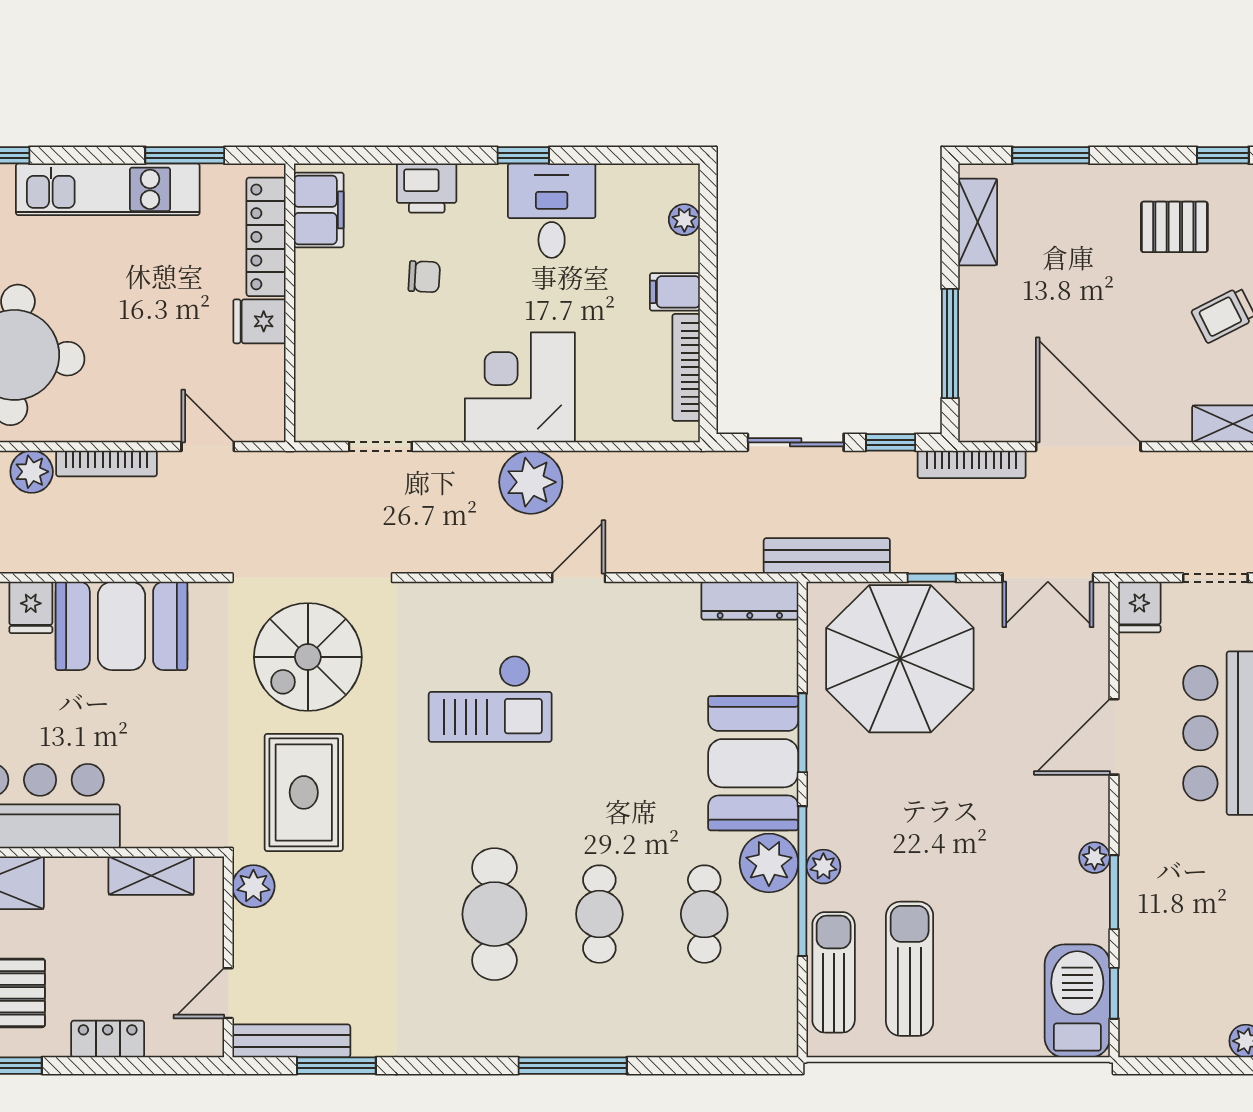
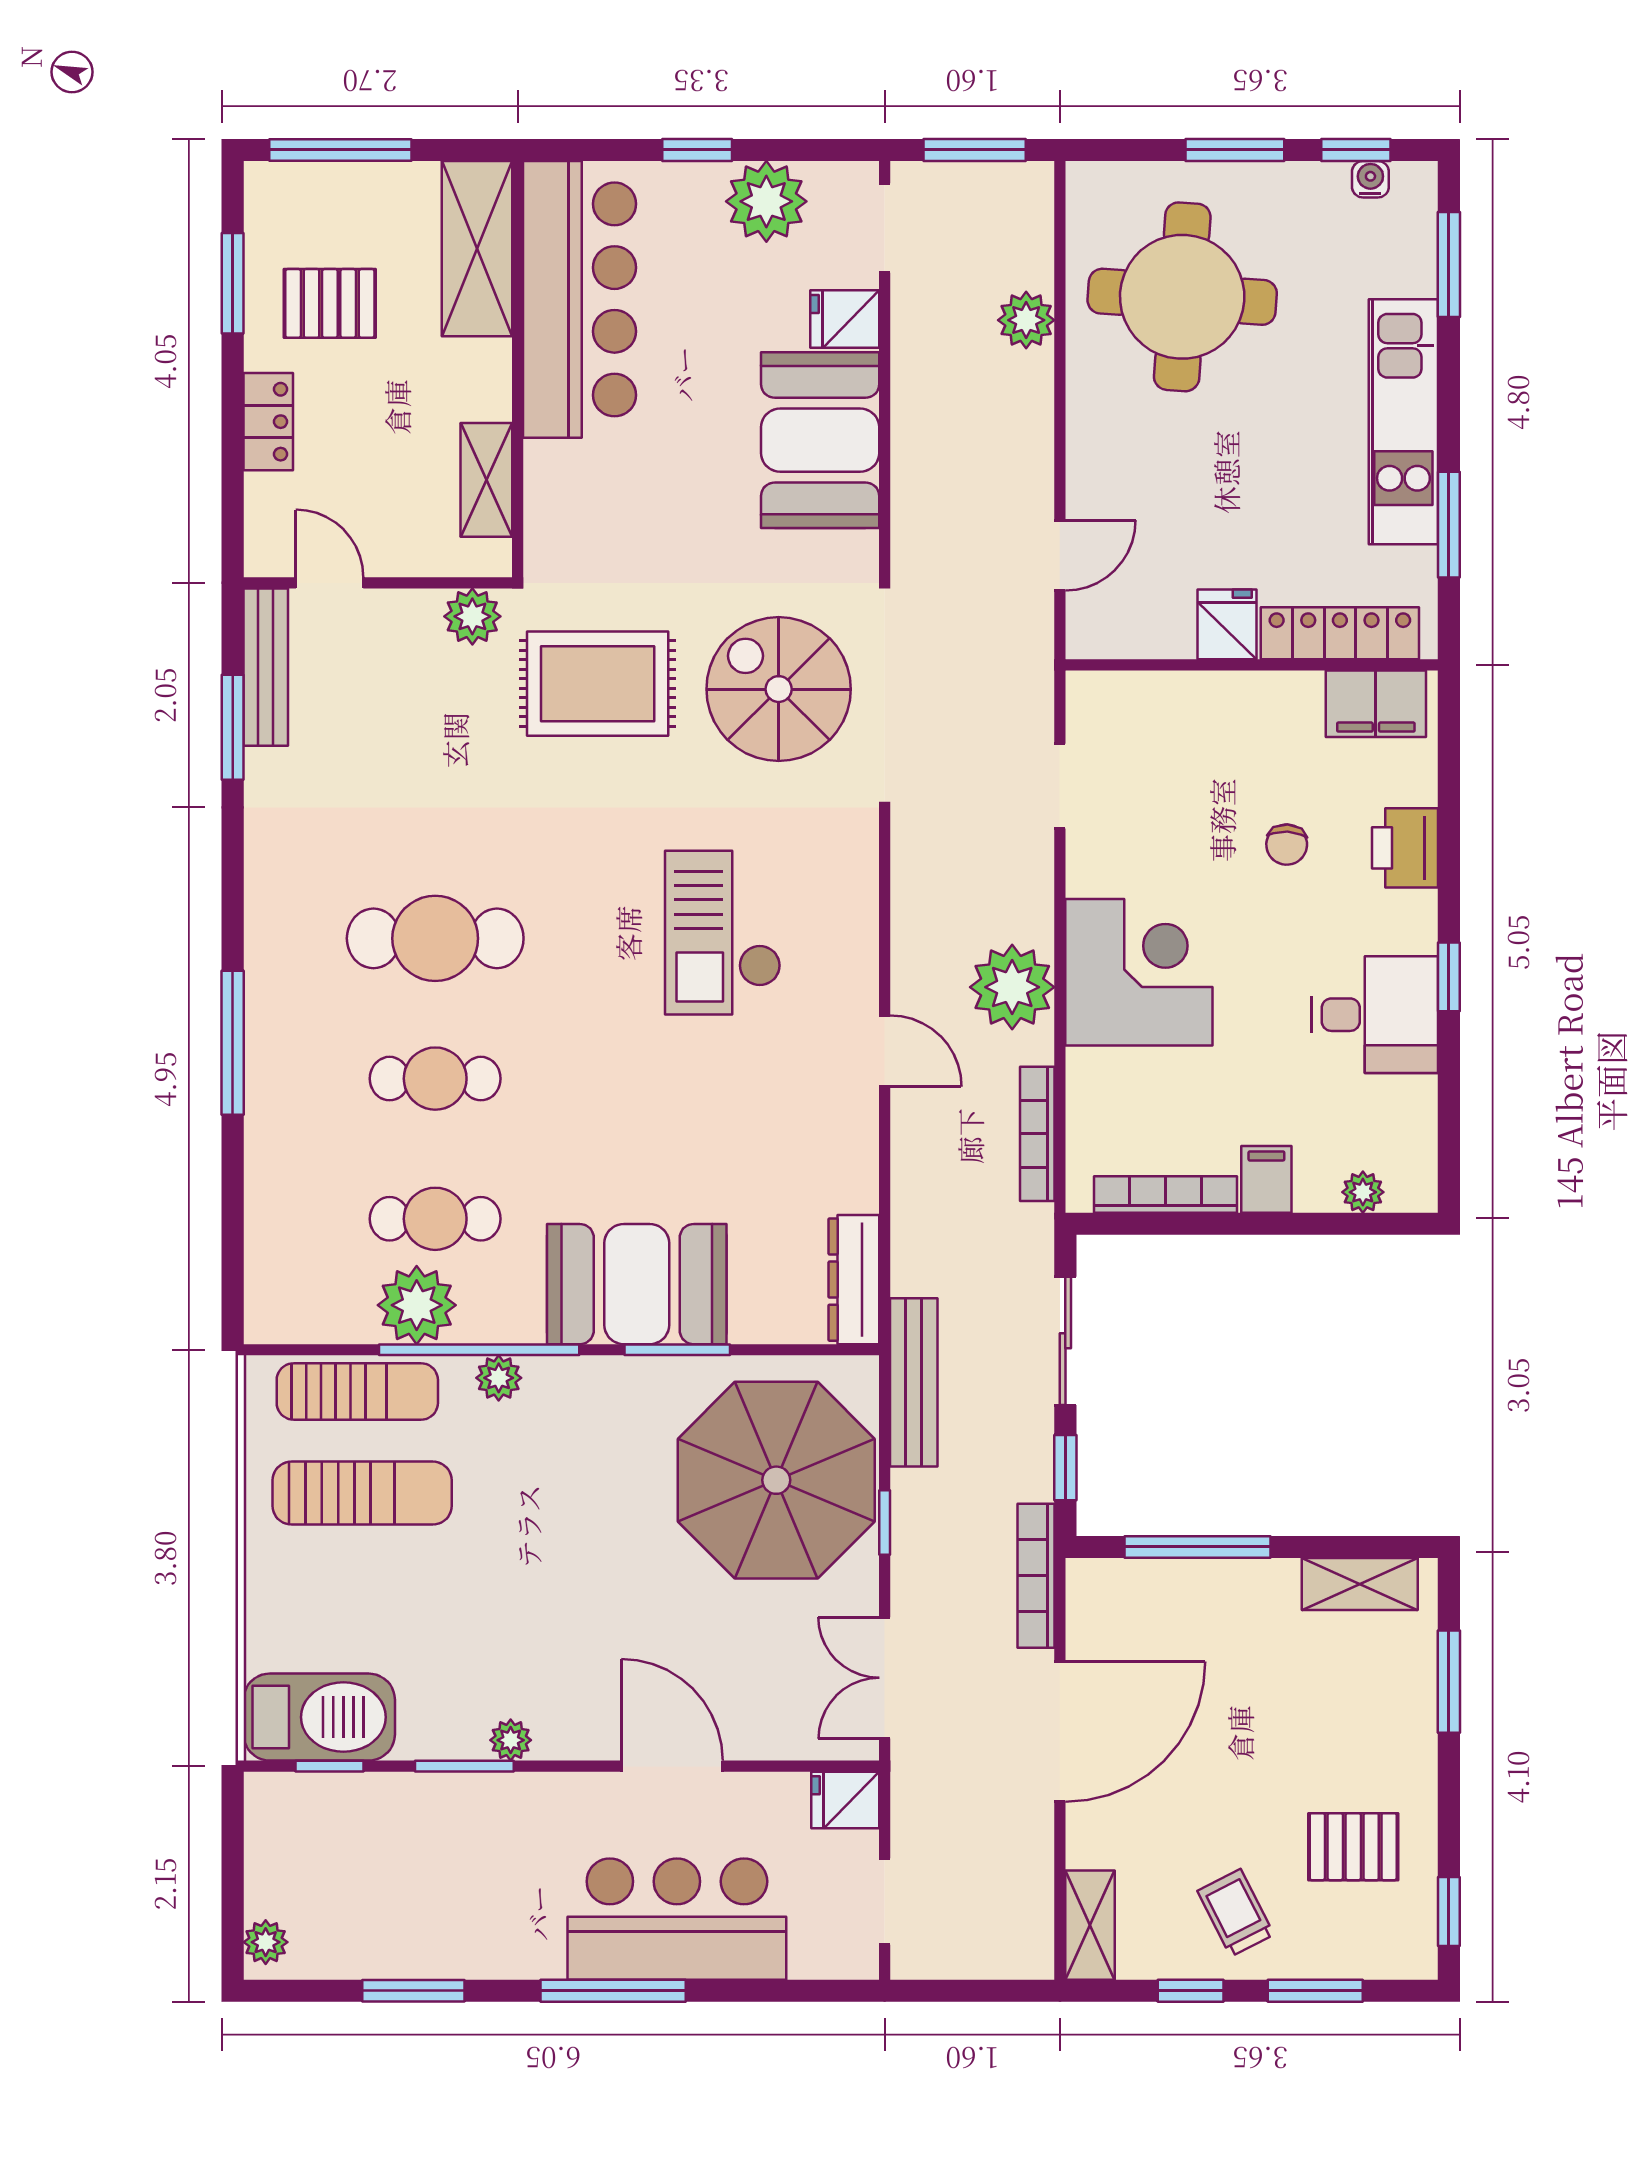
pallet: (1174, 227) -> (1353, 1847), turned 90
bookcase: (106, 463) -> (1037, 1134), moved
plant: (769, 863) -> (417, 1305), moved

